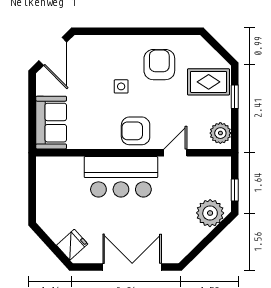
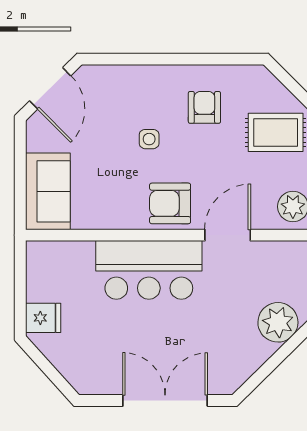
armchair: (159, 65) -> (204, 107), width x0.72, depth x0.72
door: (175, 153) -> (228, 235), width x1.37
fridge: (72, 245) -> (43, 318), moved, turned 42

